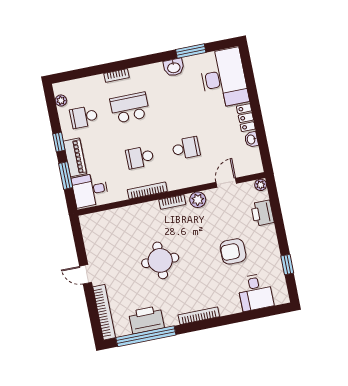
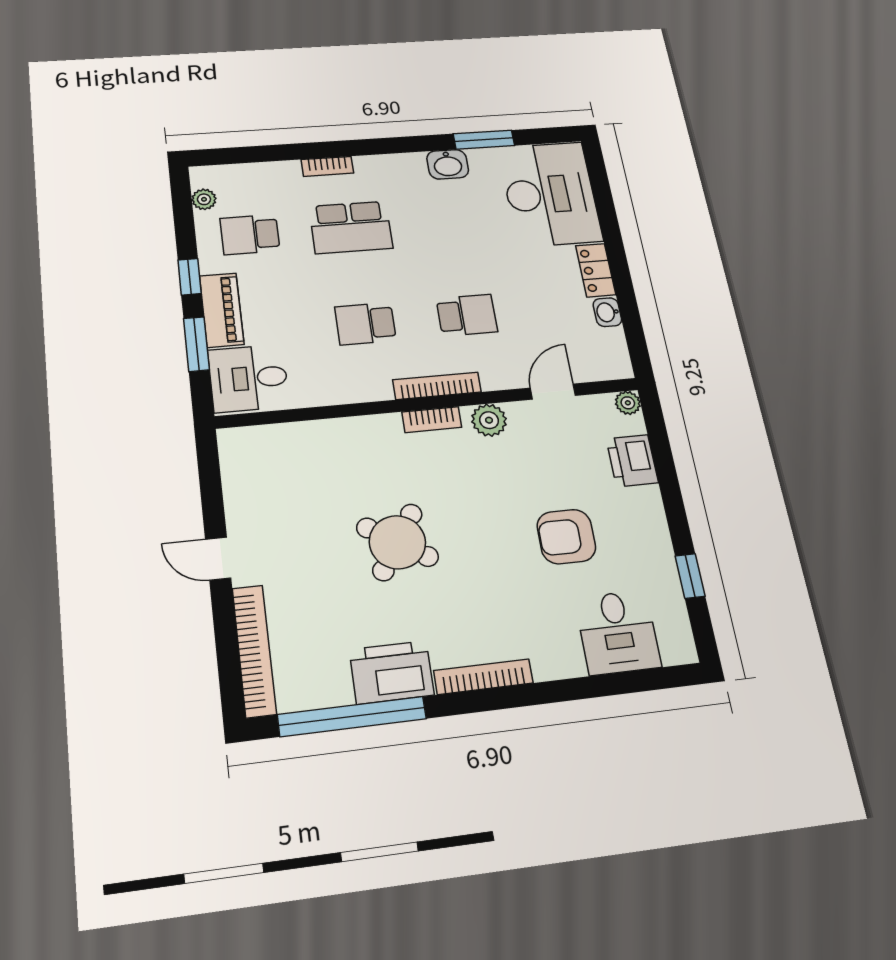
school desk: (130, 108) -> (351, 227), turned 180
bookcase: (147, 191) -> (437, 386), moved
round table: (160, 260) -> (397, 542), turned 33
printer: (146, 320) -> (392, 672), moved

